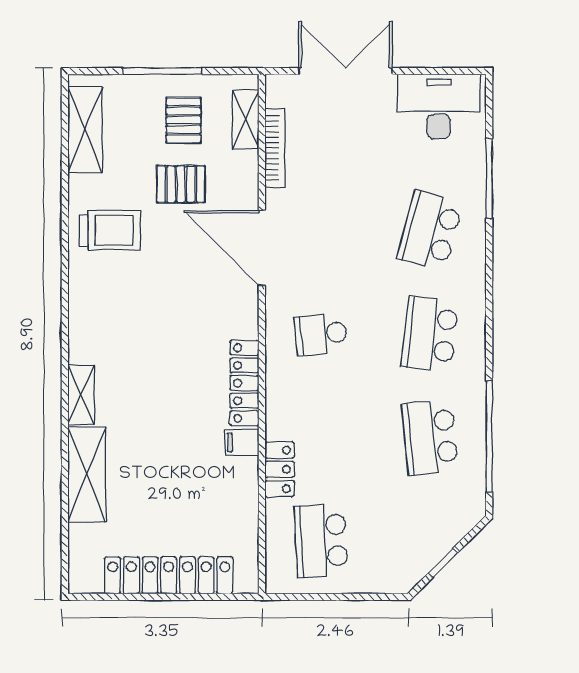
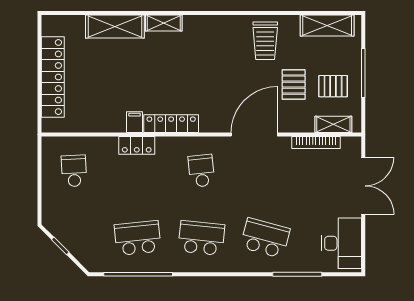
locker: (280, 469) -> (137, 145), moved
school desk: (321, 541) -> (74, 171), width x0.54

